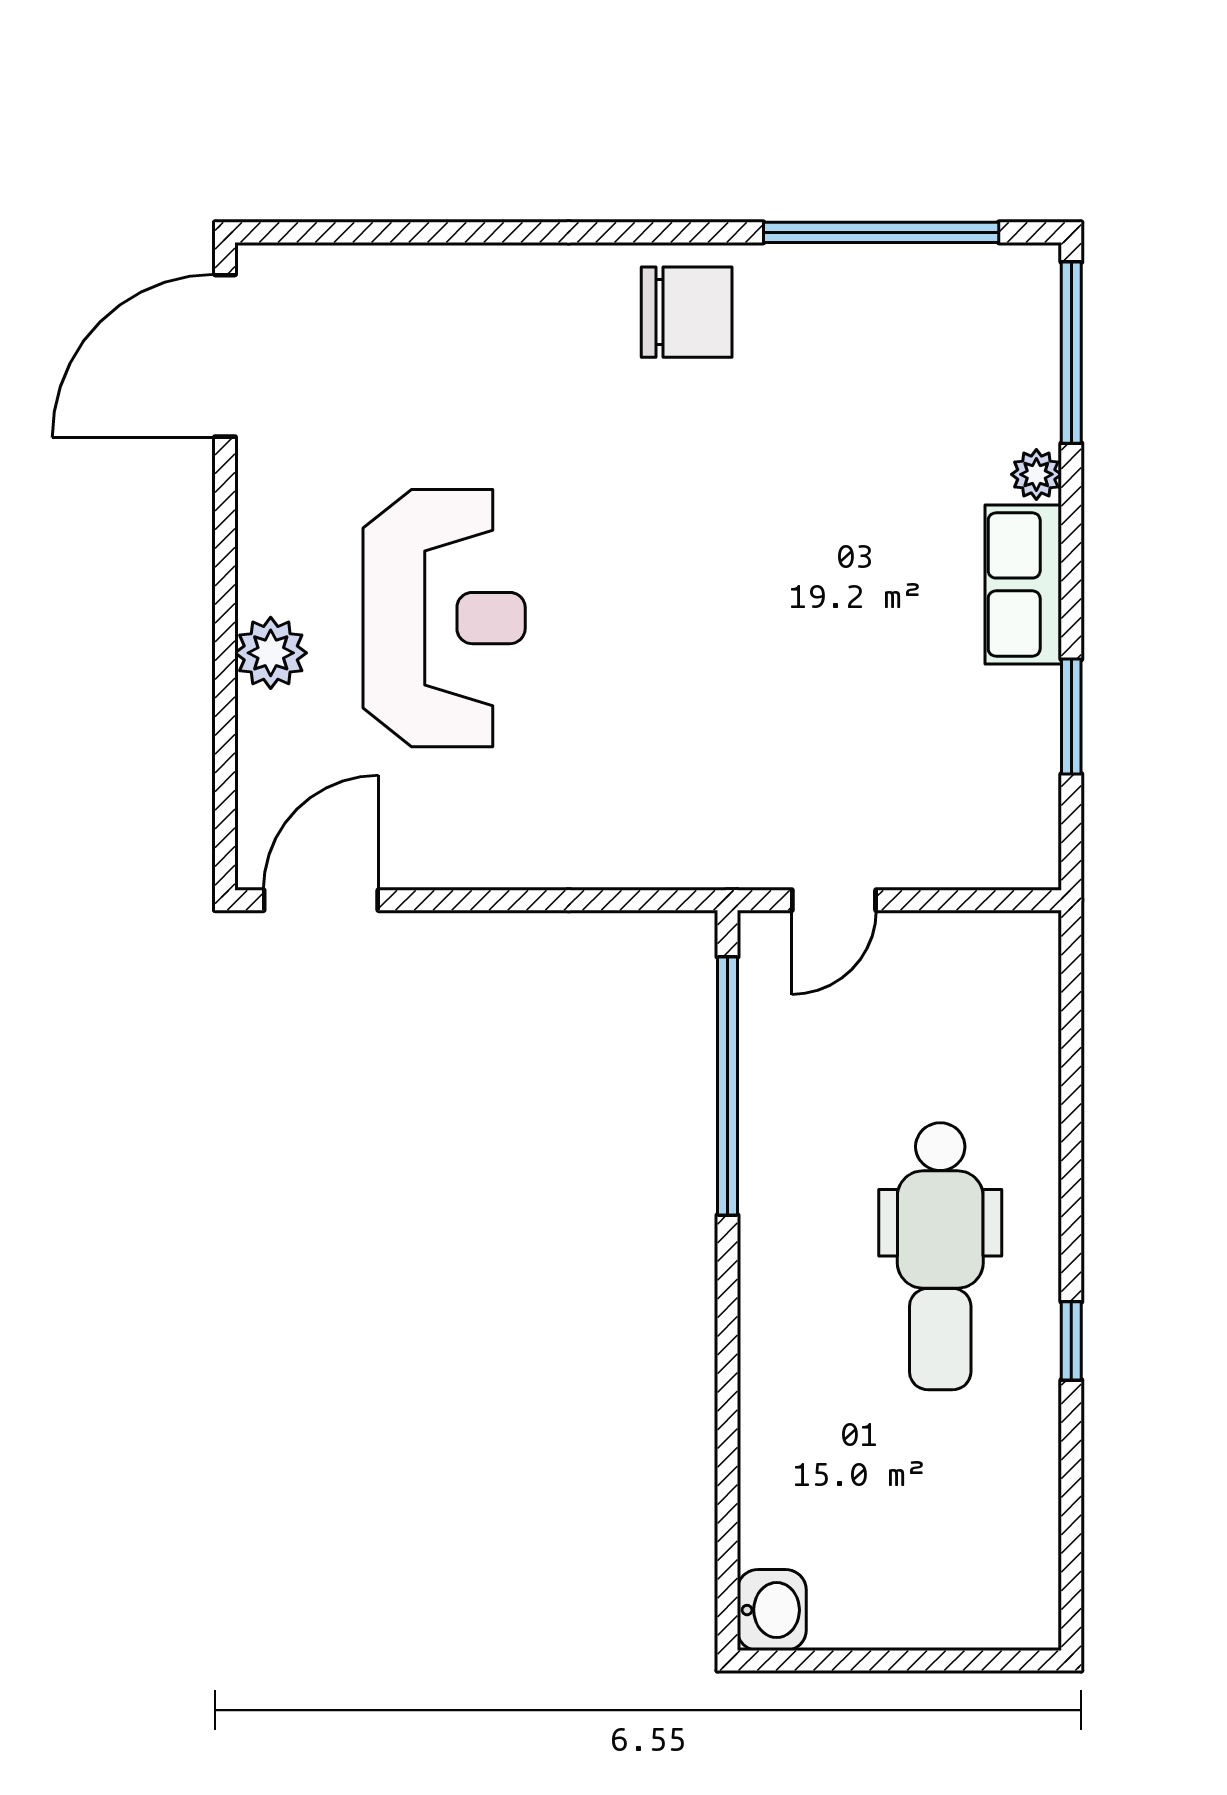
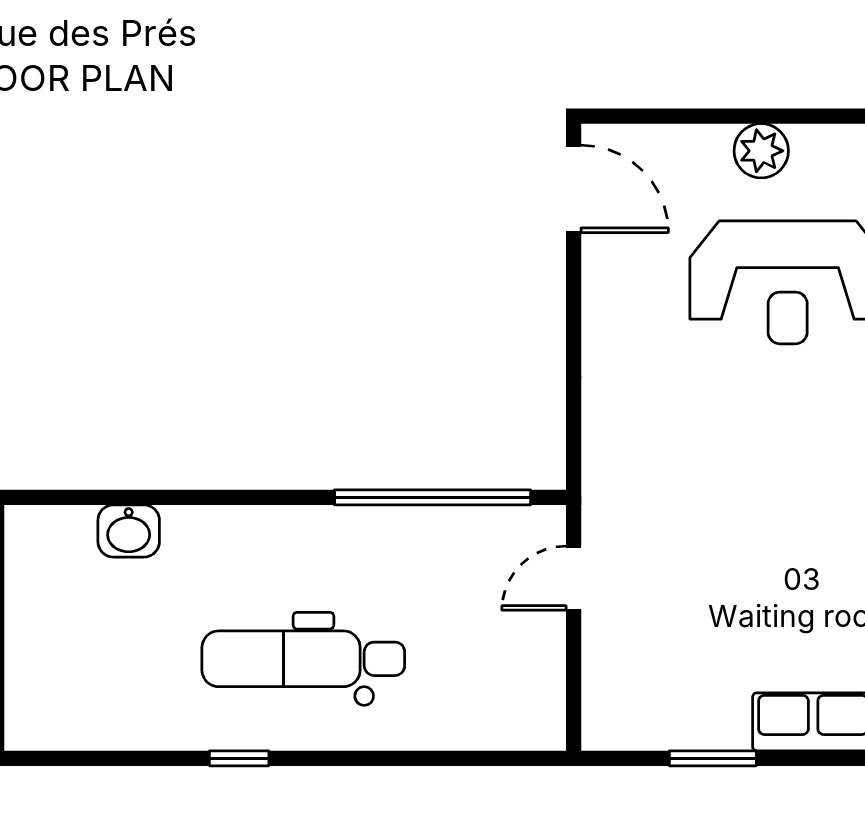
door: (834, 900) -> (574, 578), hinge flipped
washbasin: (772, 1610) -> (129, 531), moved

